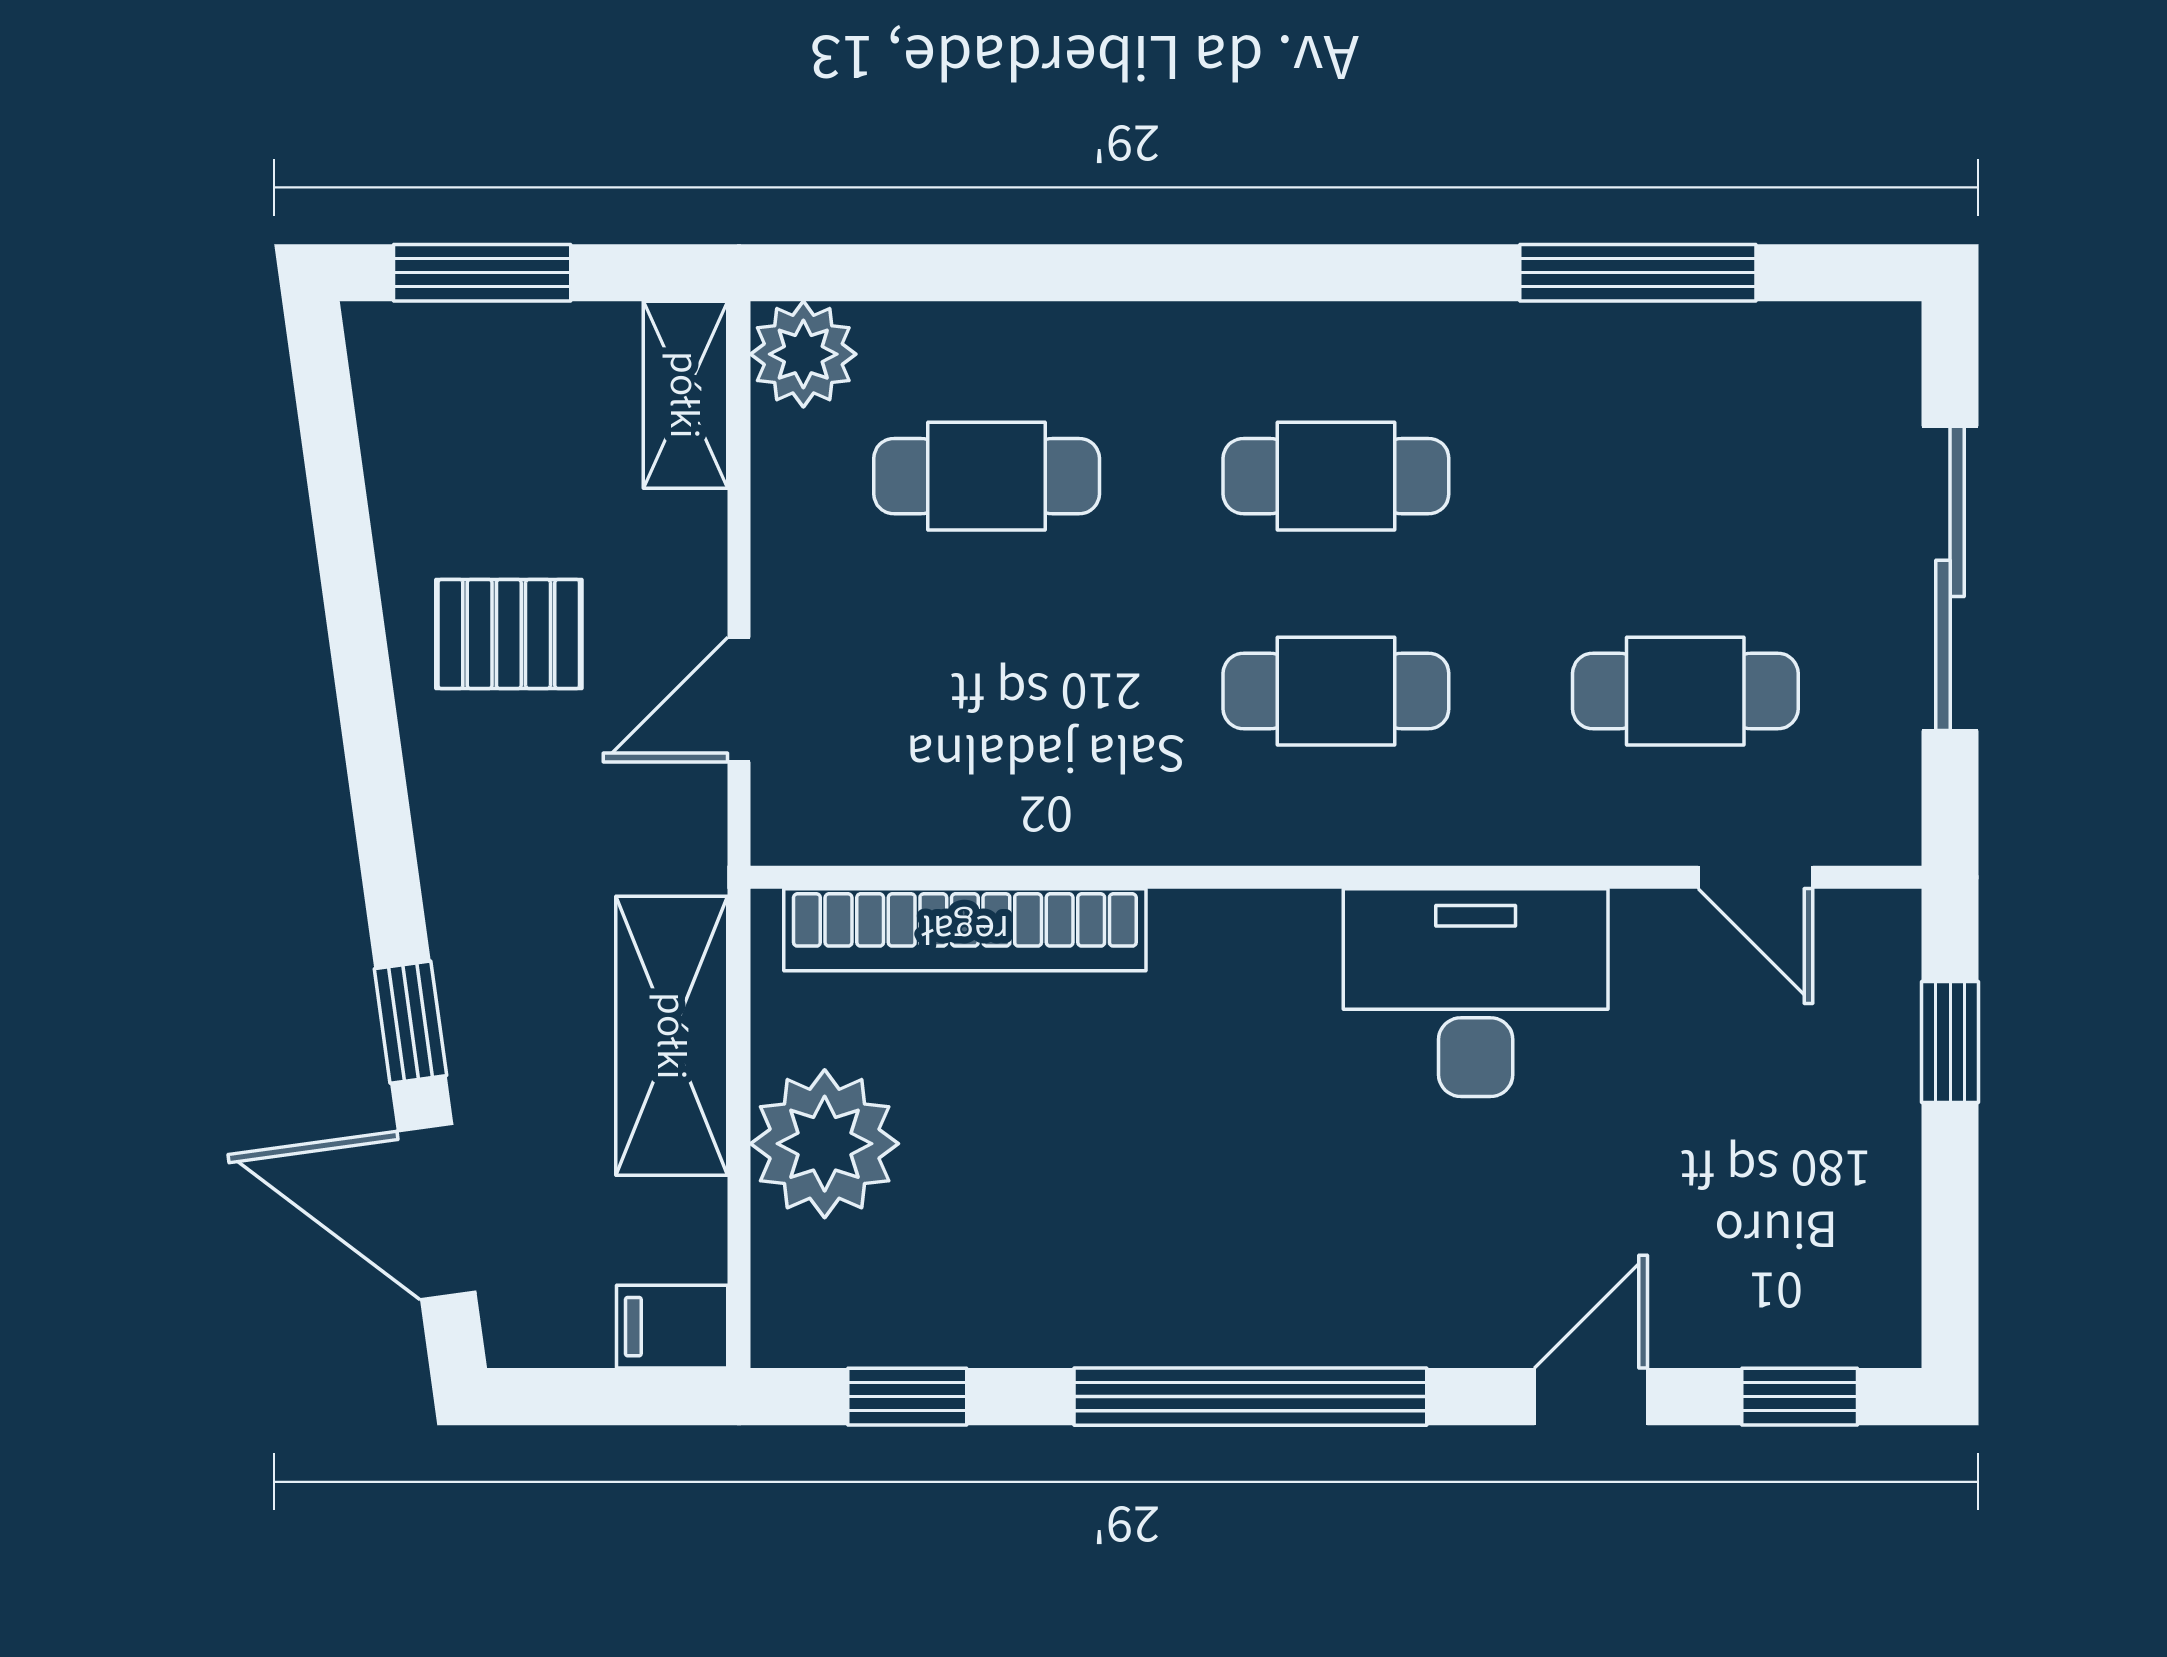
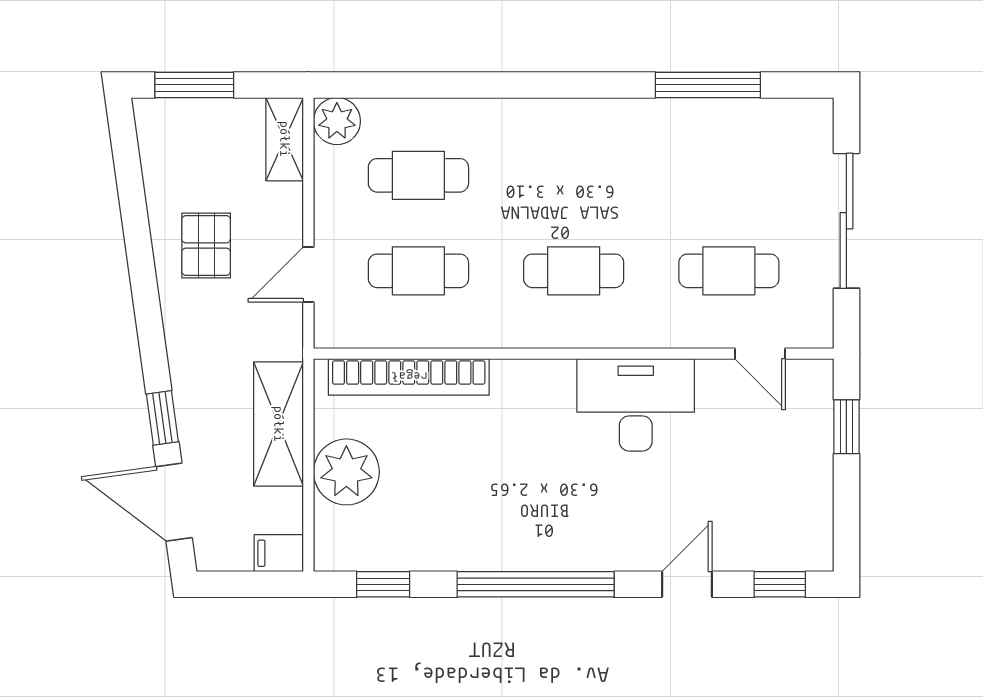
cafe table: (1336, 476) -> (418, 271), moved
pallet: (509, 634) -> (206, 245), turned 90

